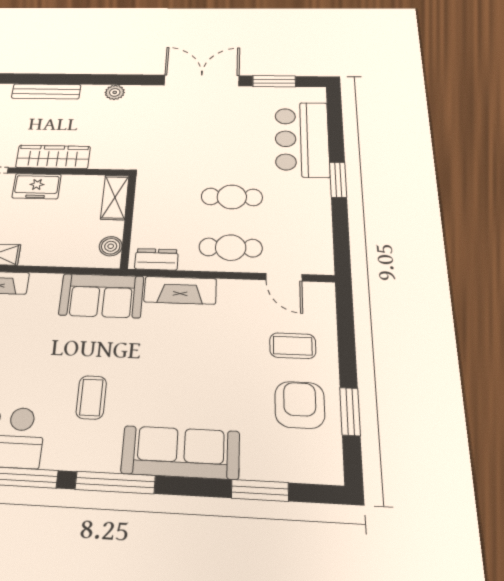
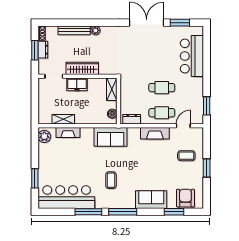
plant: (115, 92) -> (95, 30), moved
window: (338, 180) -> (207, 106), moved
door: (284, 277) -> (183, 126), swing flipped
fireplace: (180, 290) -> (155, 133), moved
armchair: (300, 405) -> (185, 198), moved
window: (350, 411) -> (207, 168), moved
sofa: (181, 452) -> (151, 200), width x0.73

